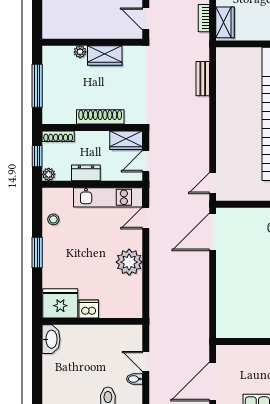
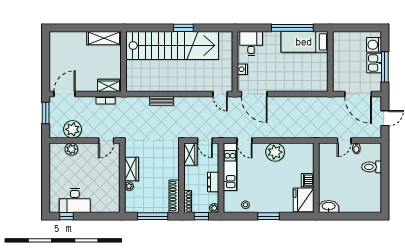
bench: (203, 79) -> (161, 101), moved
shoe rack: (100, 117) -> (174, 196), moved
nightstand: (248, 215) -> (242, 69), added

